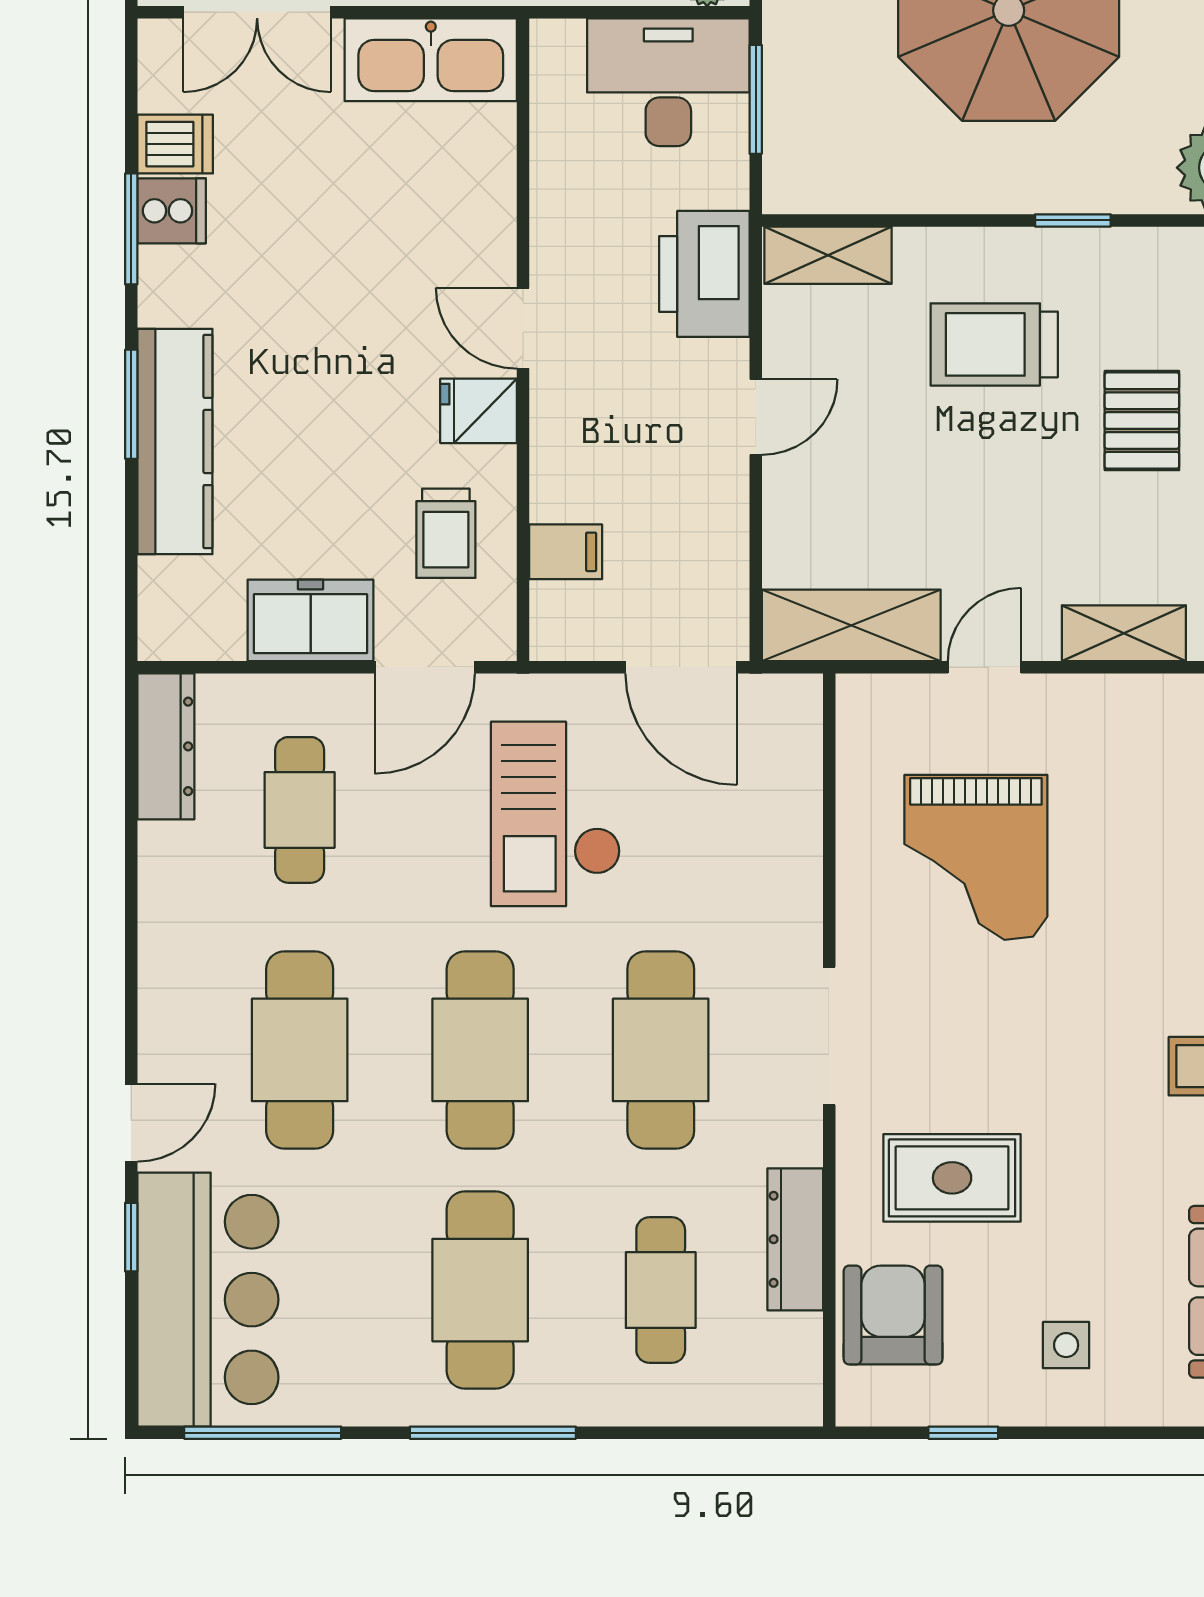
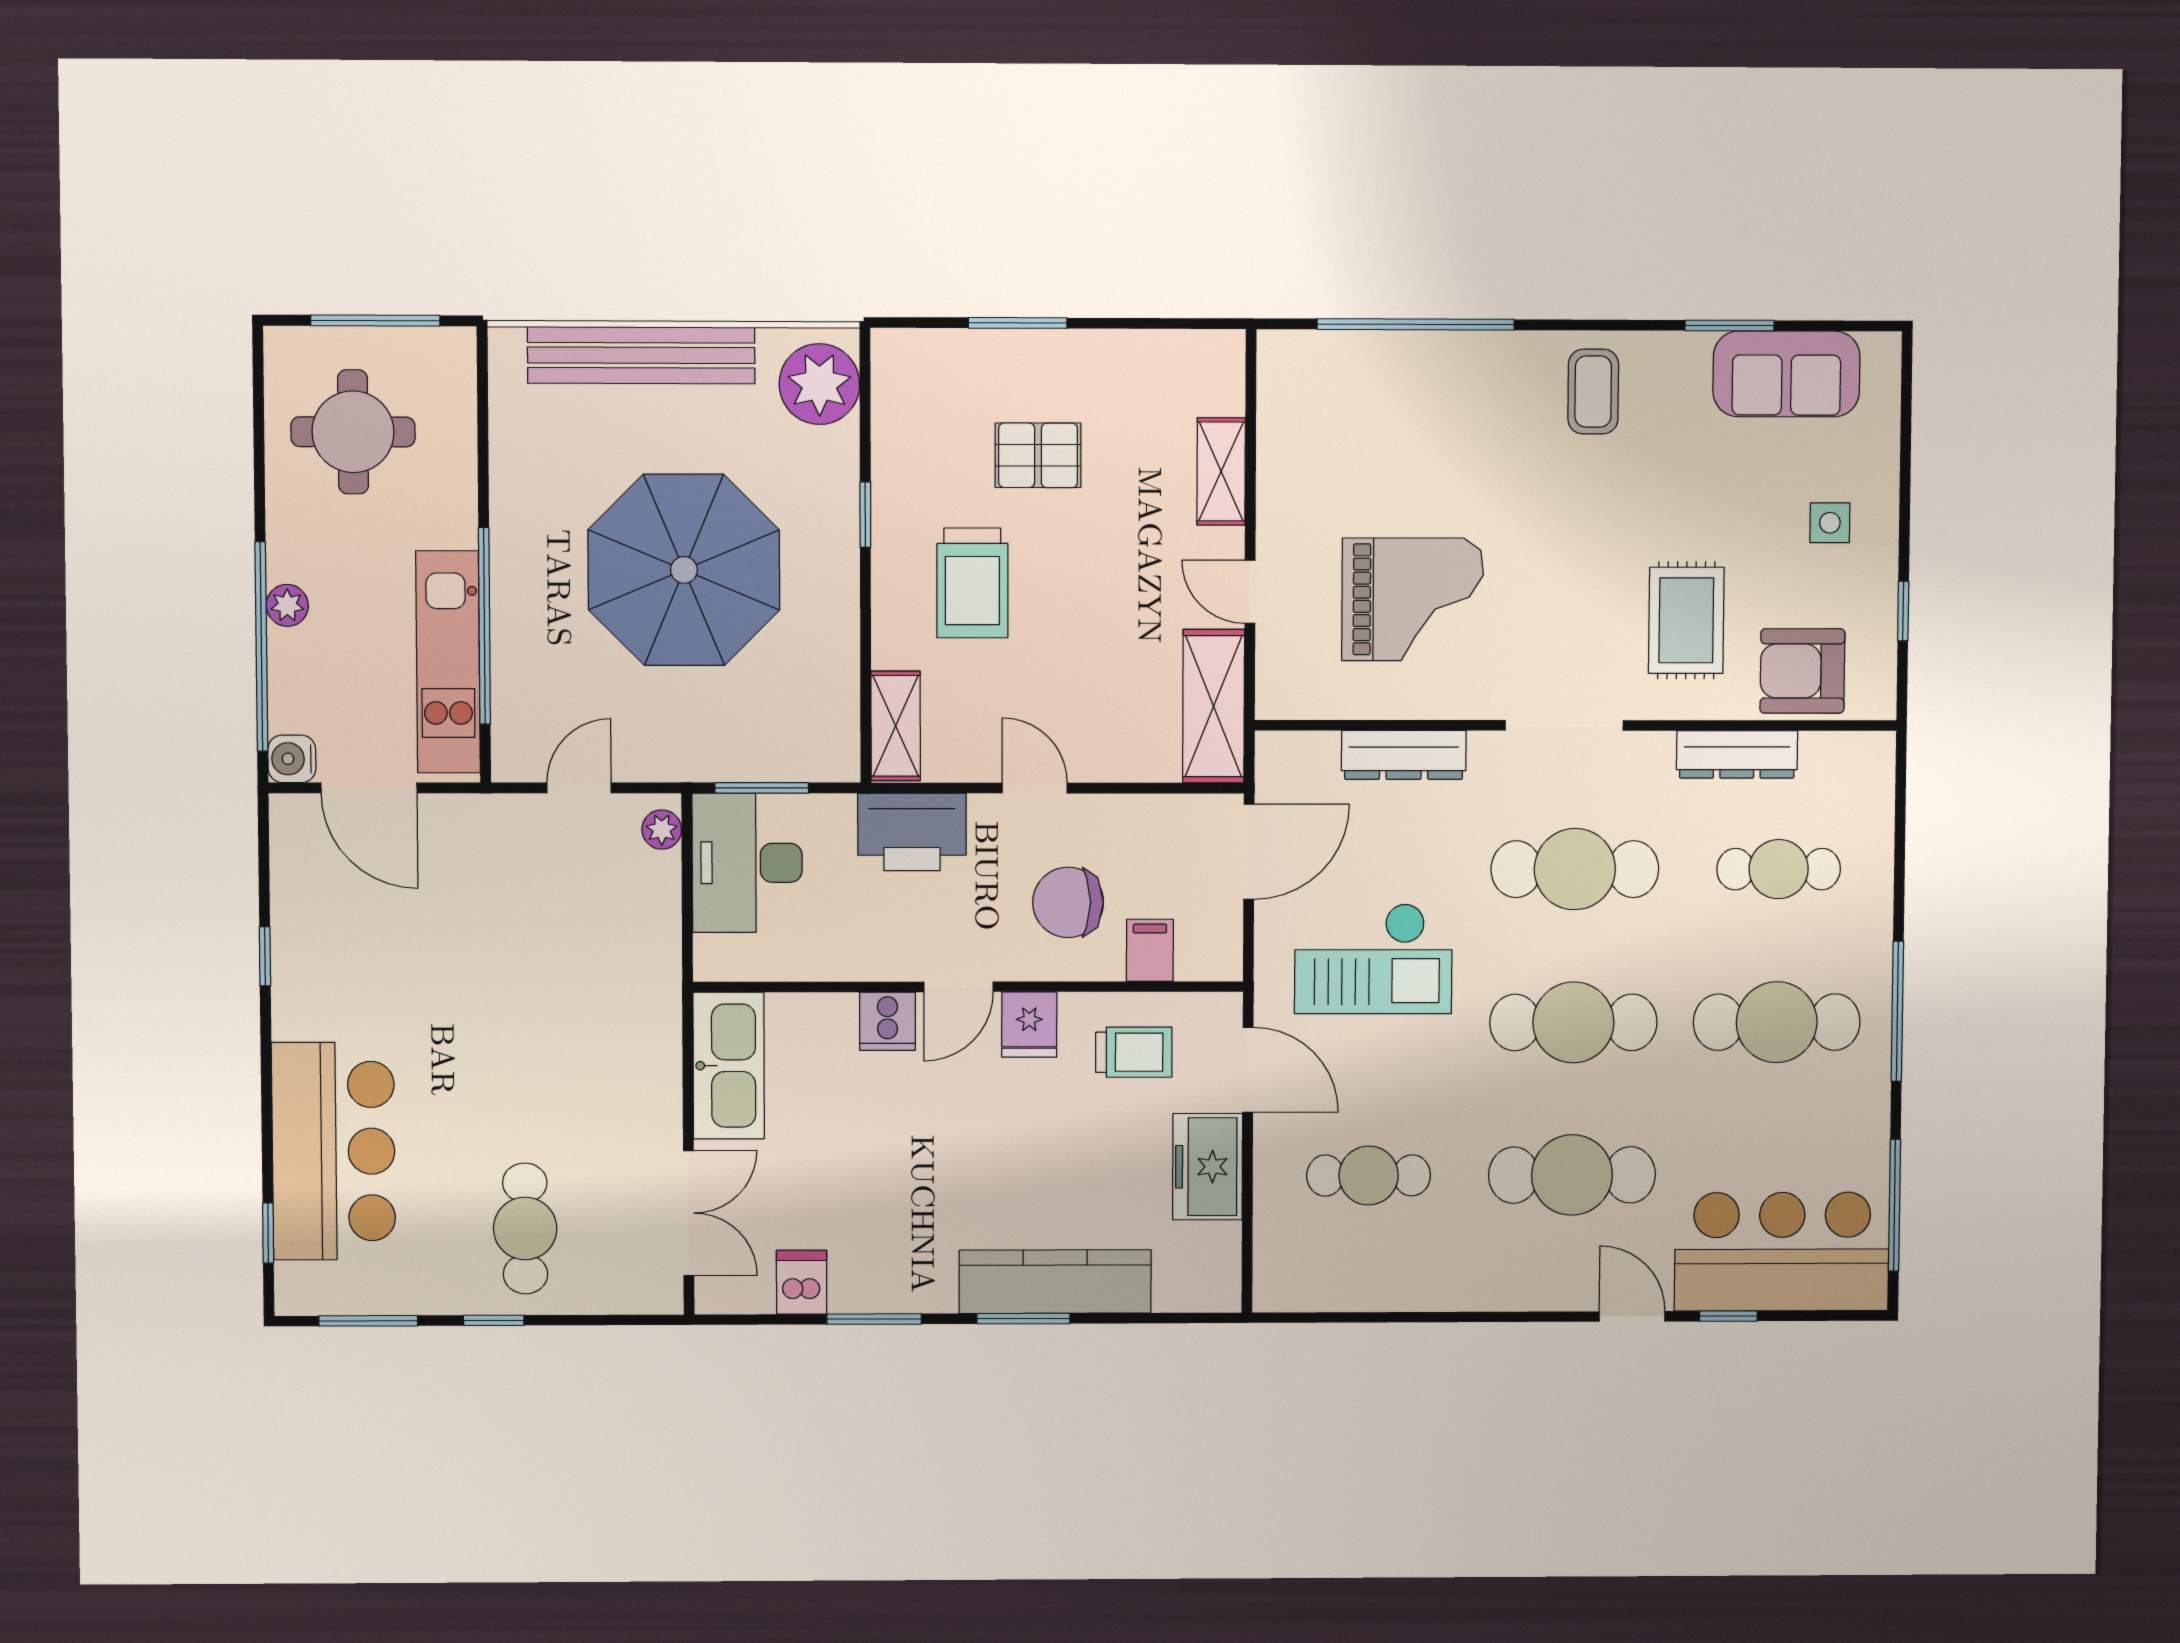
cooker: (172, 211) -> (887, 1021), moved, turned 180
chair: (622, 456) -> (1068, 902), added
dresser: (166, 746) -> (1404, 755), moved, turned 180

